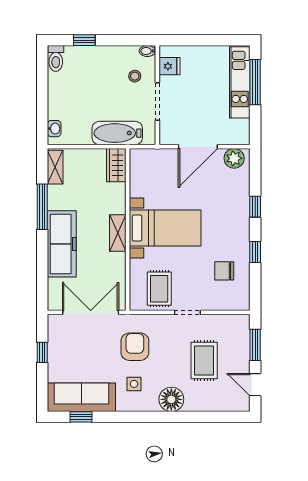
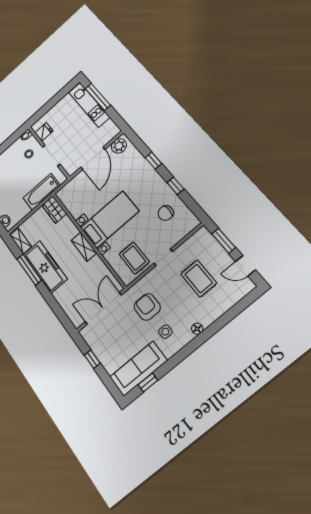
freezer: (62, 244) -> (45, 267), moved
floor lamp: (171, 399) -> (197, 329), width x0.53, depth x0.53

